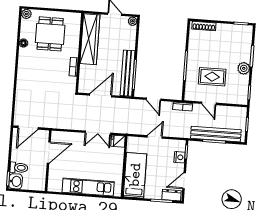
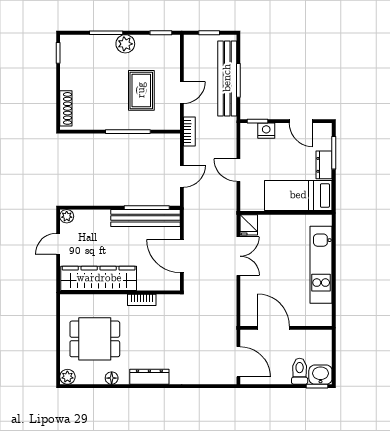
dresser: (22, 68) -> (149, 377), added
dresser: (172, 195) -> (324, 165), moved

